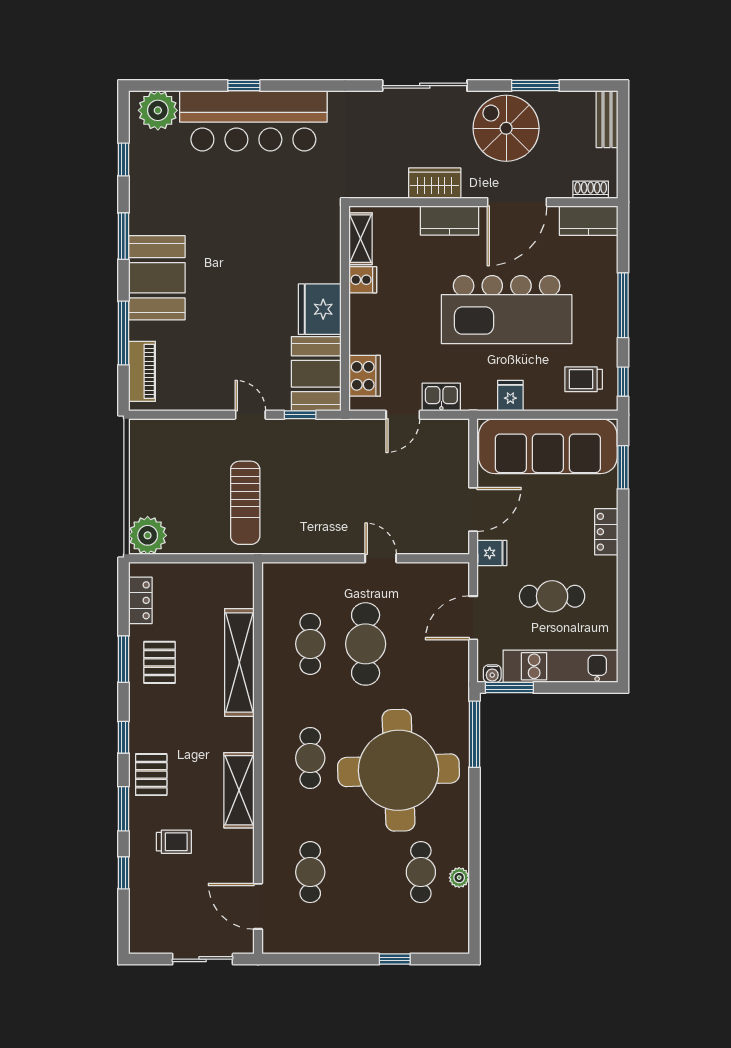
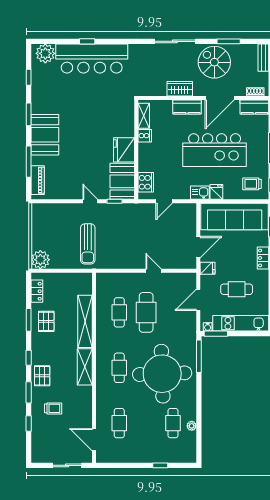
kitchen sink: (441, 397) -> (200, 193), moved
shelving: (239, 790) -> (85, 367), moved

